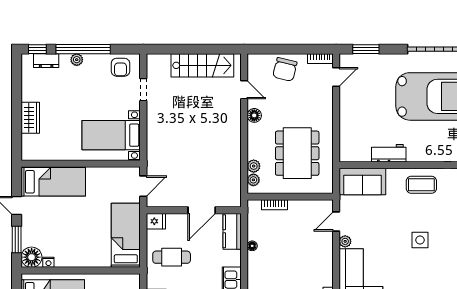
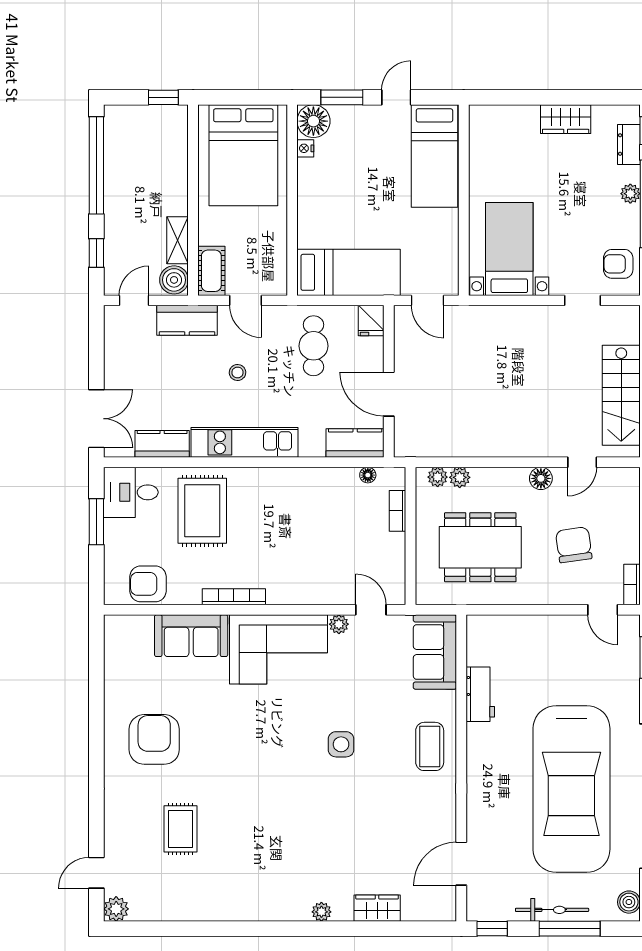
chair: (285, 69) -> (574, 545), moved, turned 68
wardrobe: (30, 118) -> (566, 119), moved
floor lamp: (252, 246) -> (368, 475), moved

